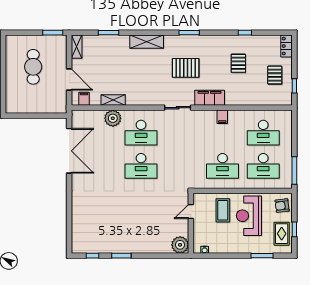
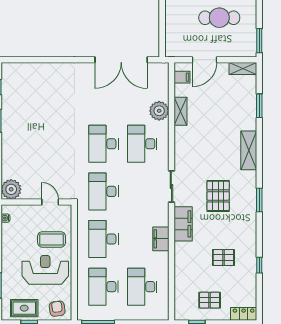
filing cabinet: (222, 117) -> (161, 239), width x2.00
desk: (182, 166) -> (103, 191), added

